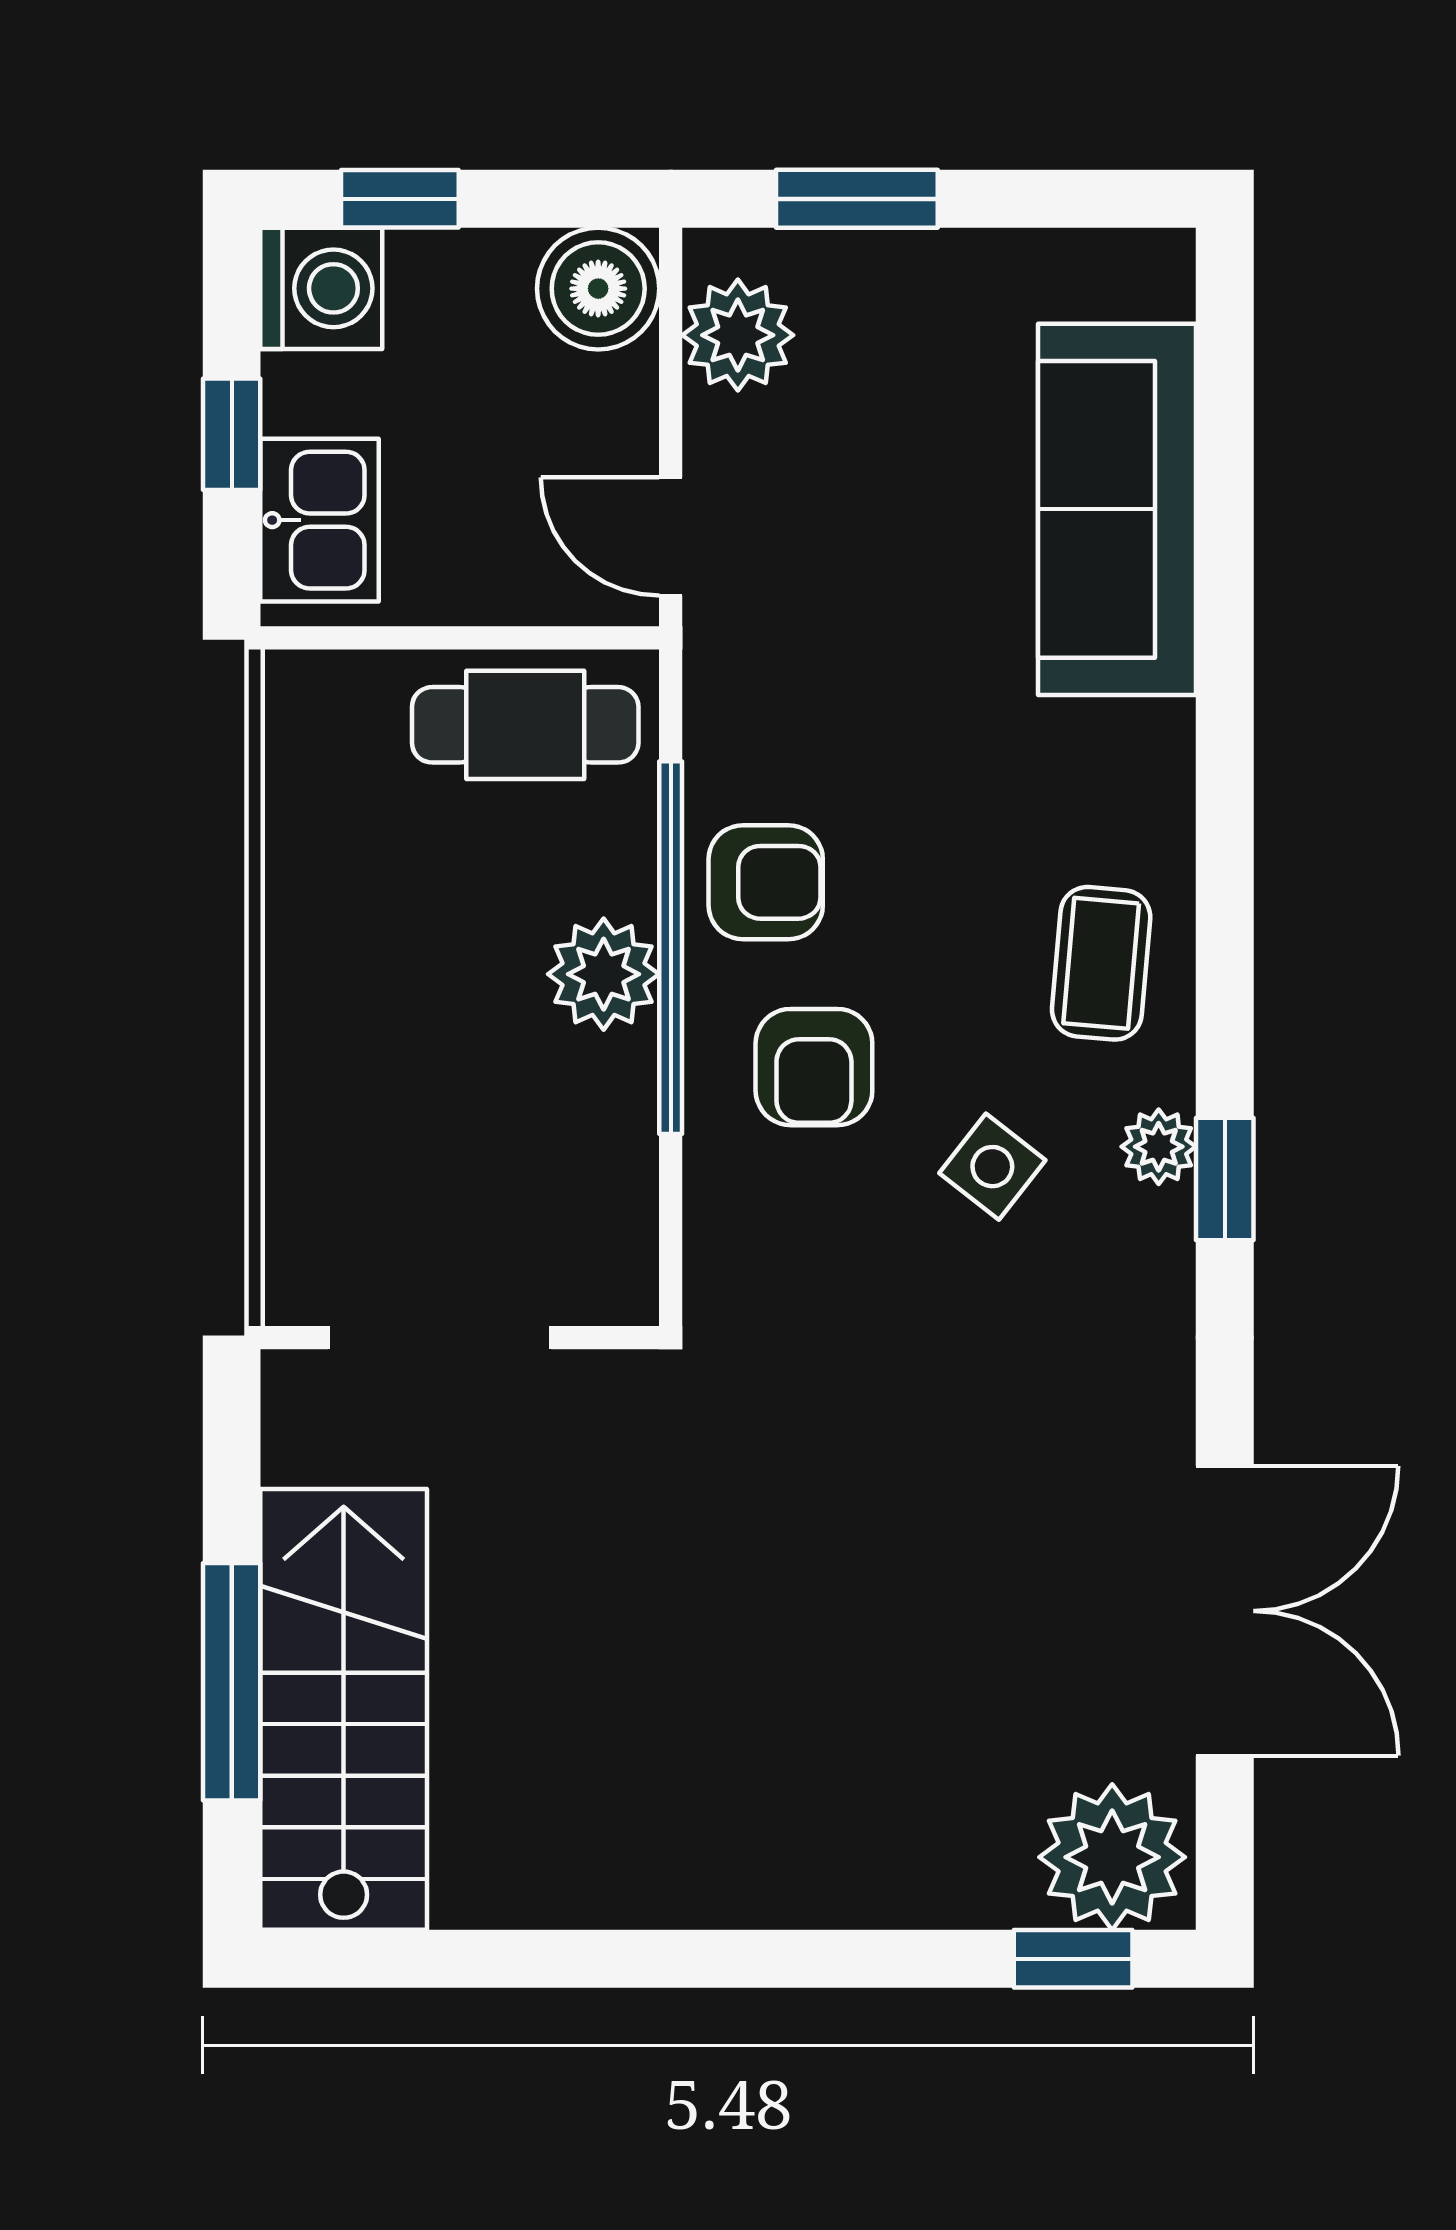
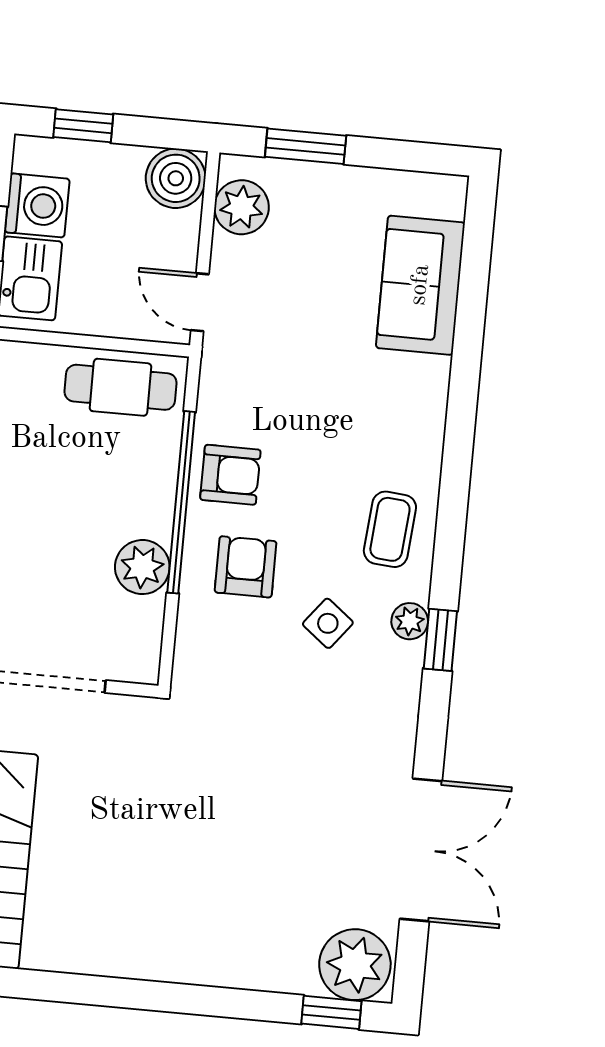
washing machine: (321, 288) -> (37, 205), moved
sofa: (1117, 509) -> (420, 285), width x0.73
plant: (604, 974) -> (142, 567), moved
armchair: (814, 1067) -> (246, 567), turned 180

